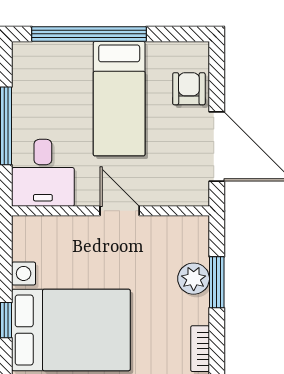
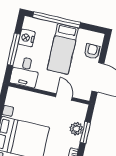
nightstand: (29, 92) -> (27, 38), added
door: (120, 211) -> (64, 97), moved

